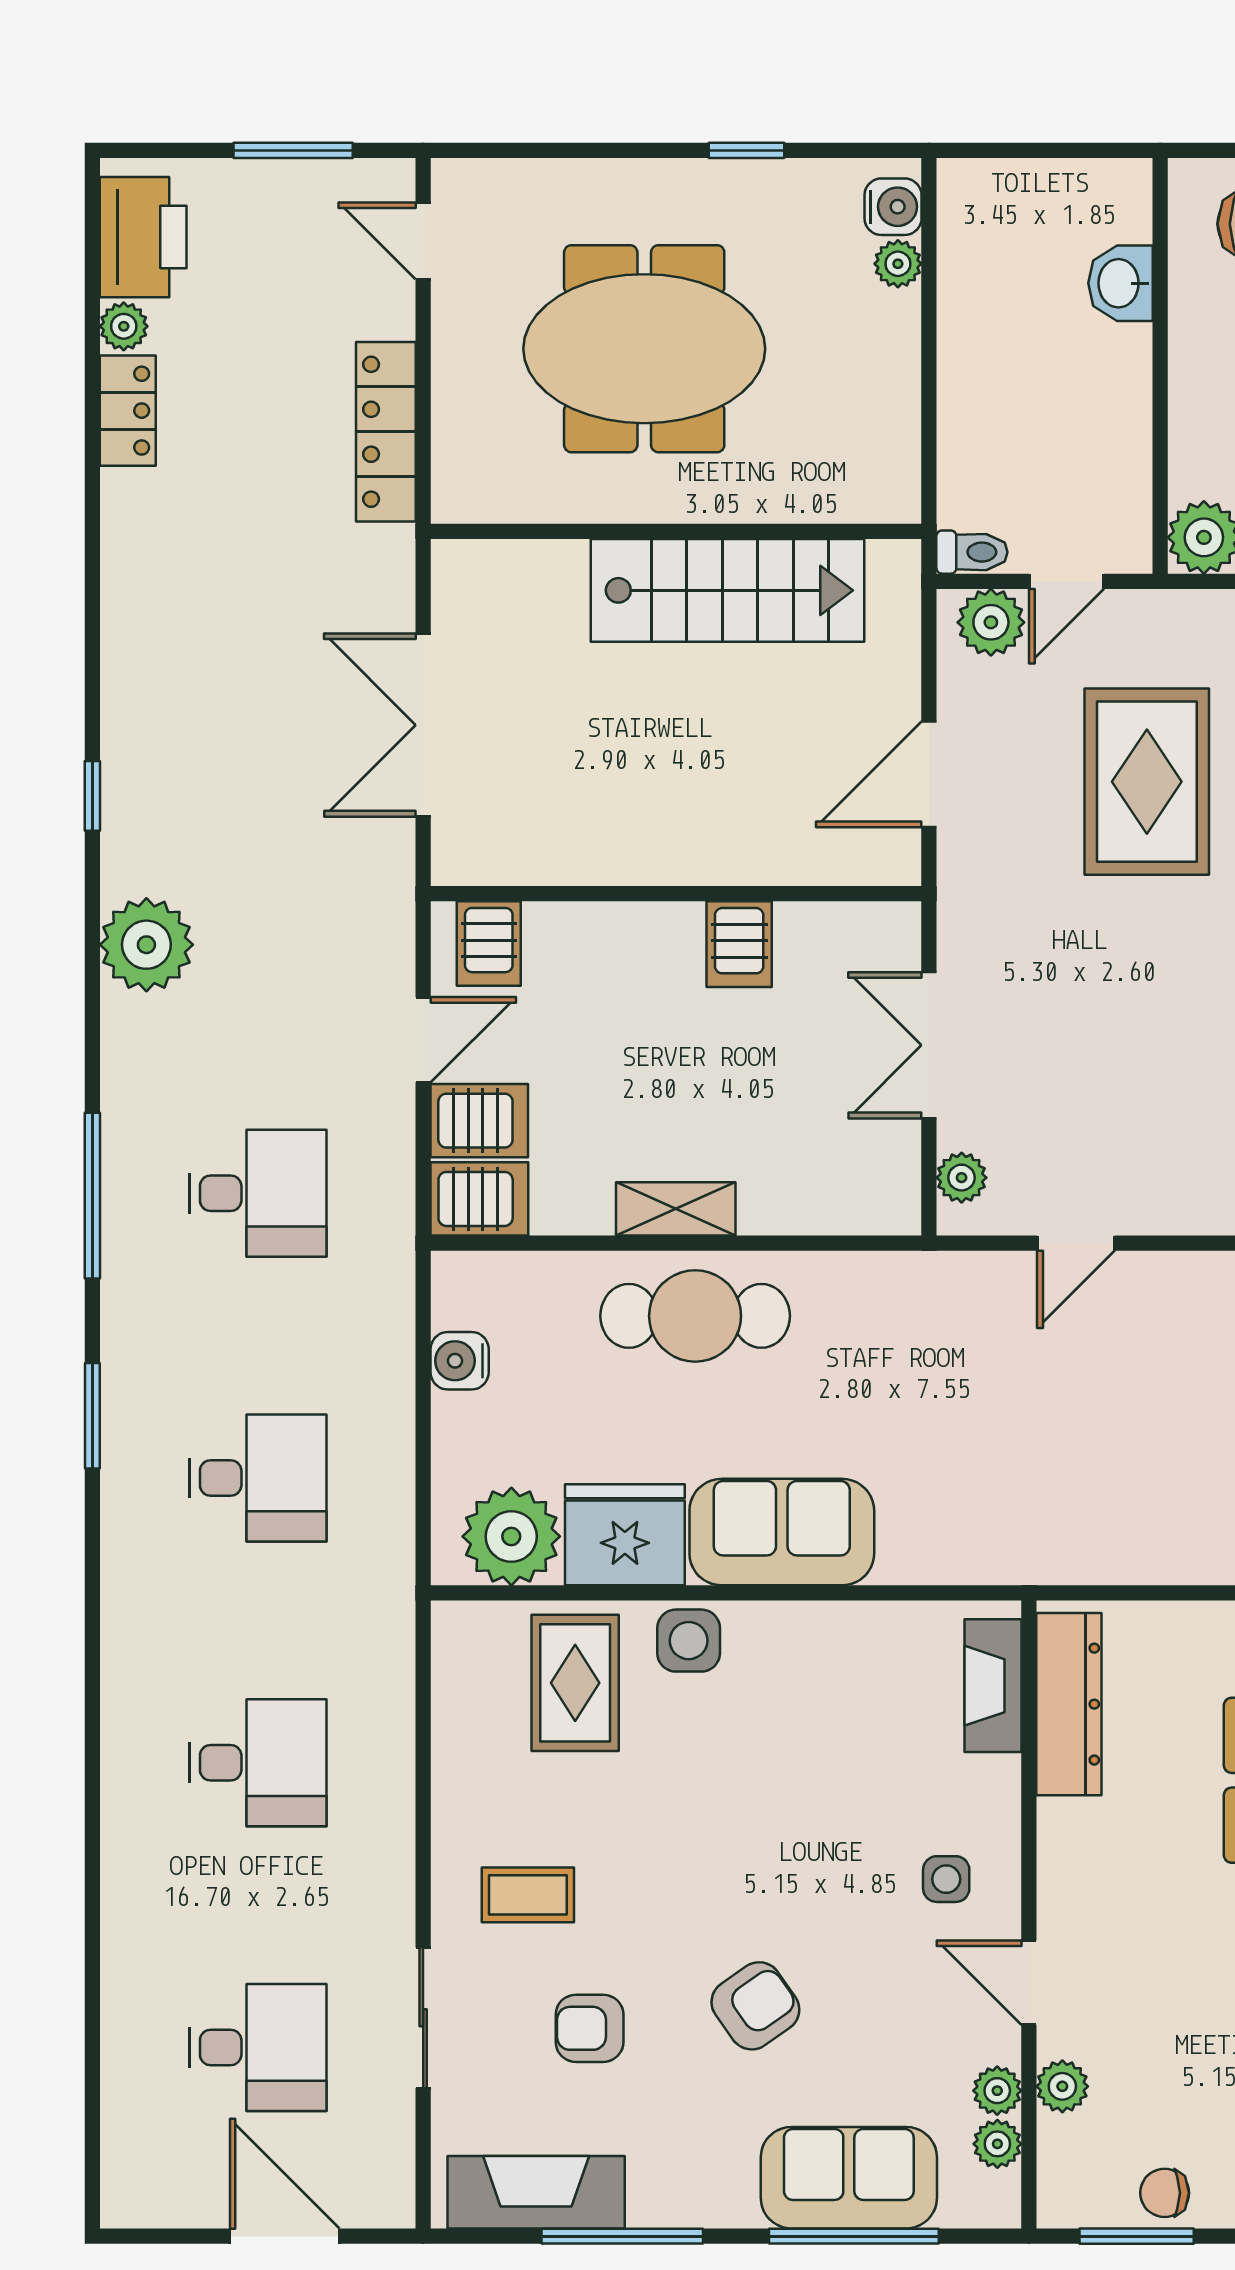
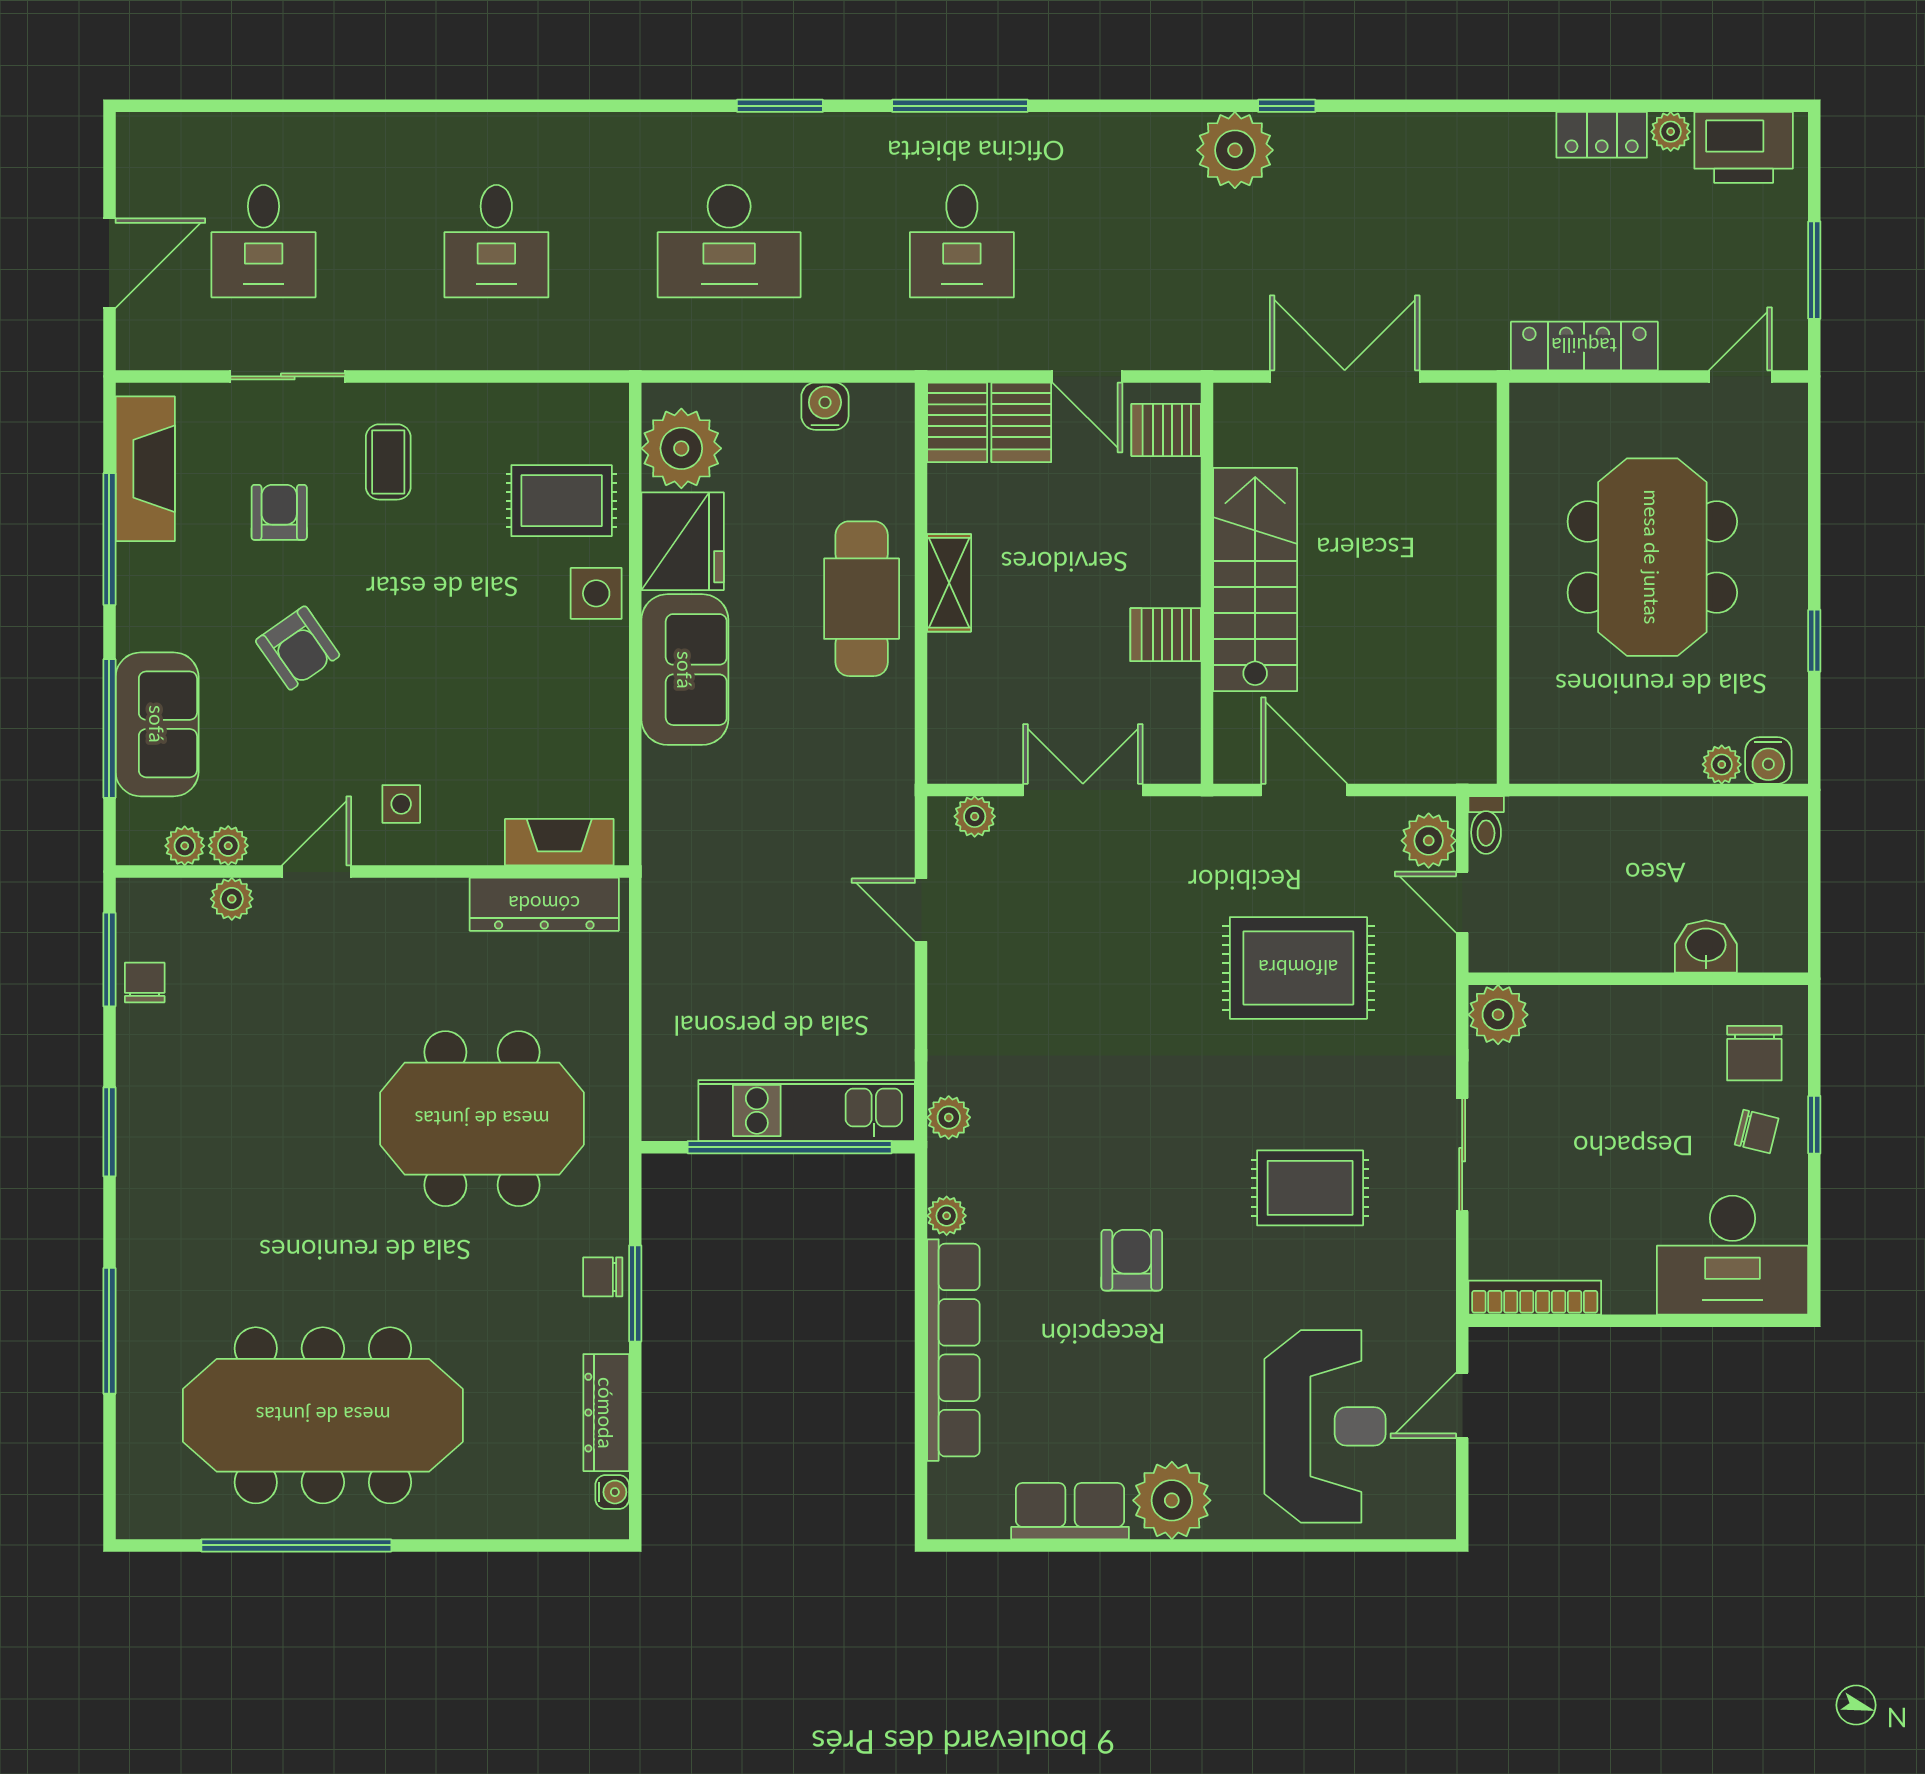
stairs: (727, 590) -> (1255, 580), moved, turned 180
plant: (146, 945) -> (1235, 150), moved
desk: (258, 1478) -> (729, 241), width x1.37

